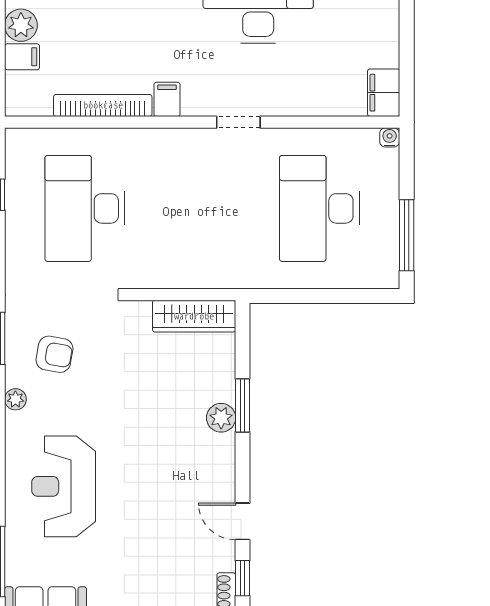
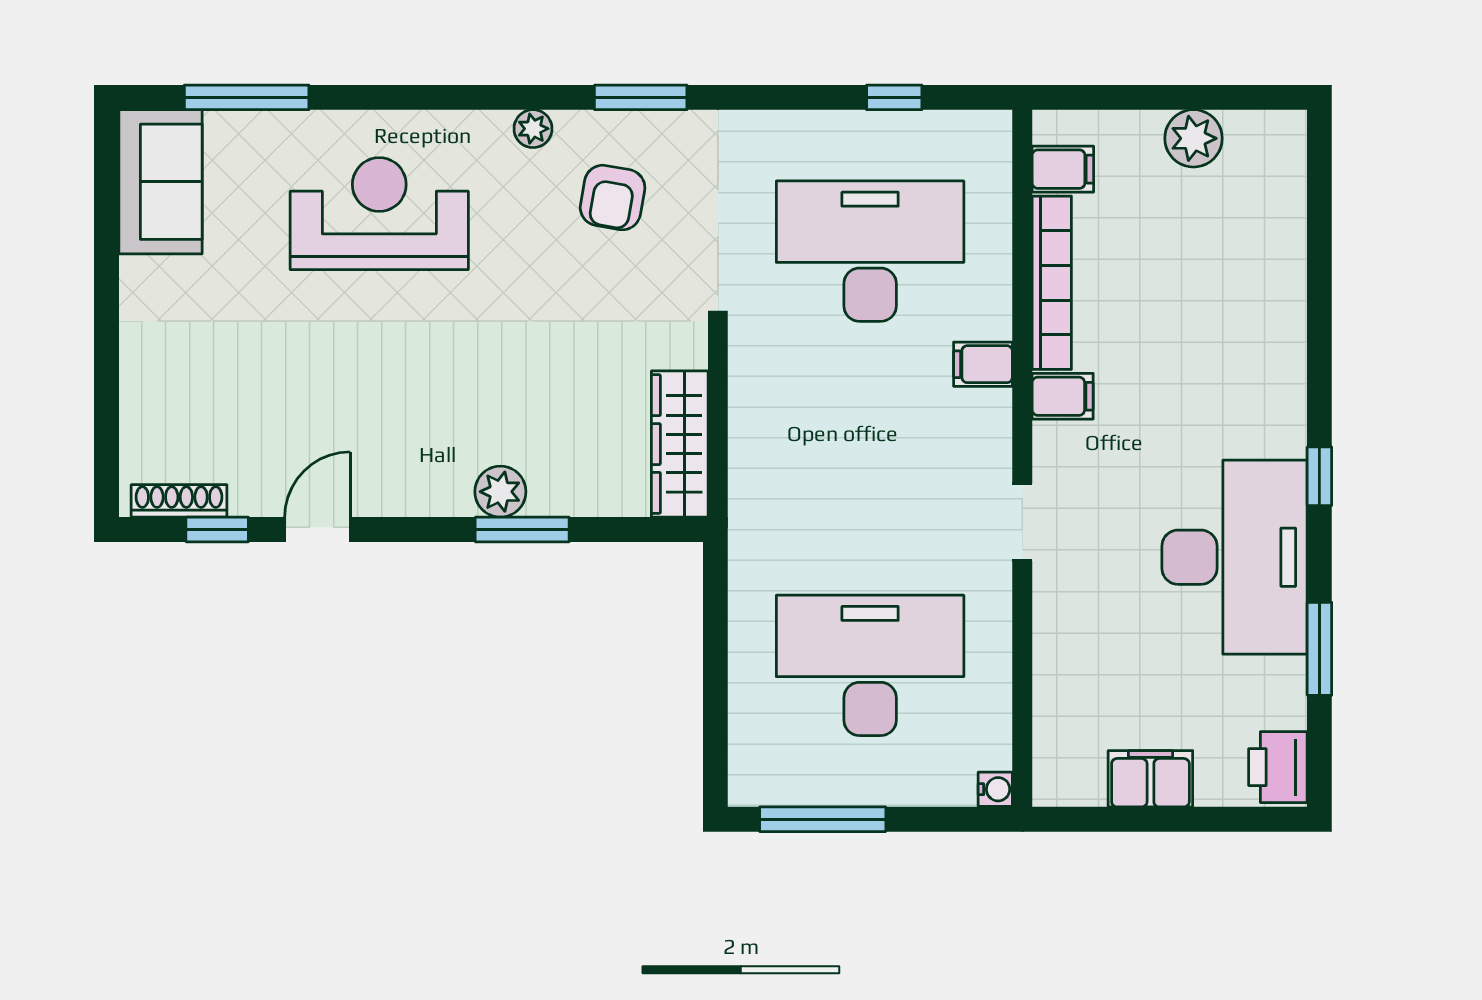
filing cabinet: (22, 57) -> (1063, 169), moved, turned -90
filing cabinet: (384, 93) -> (1150, 779), moved
filing cabinet: (149, 144) -> (983, 364), added

